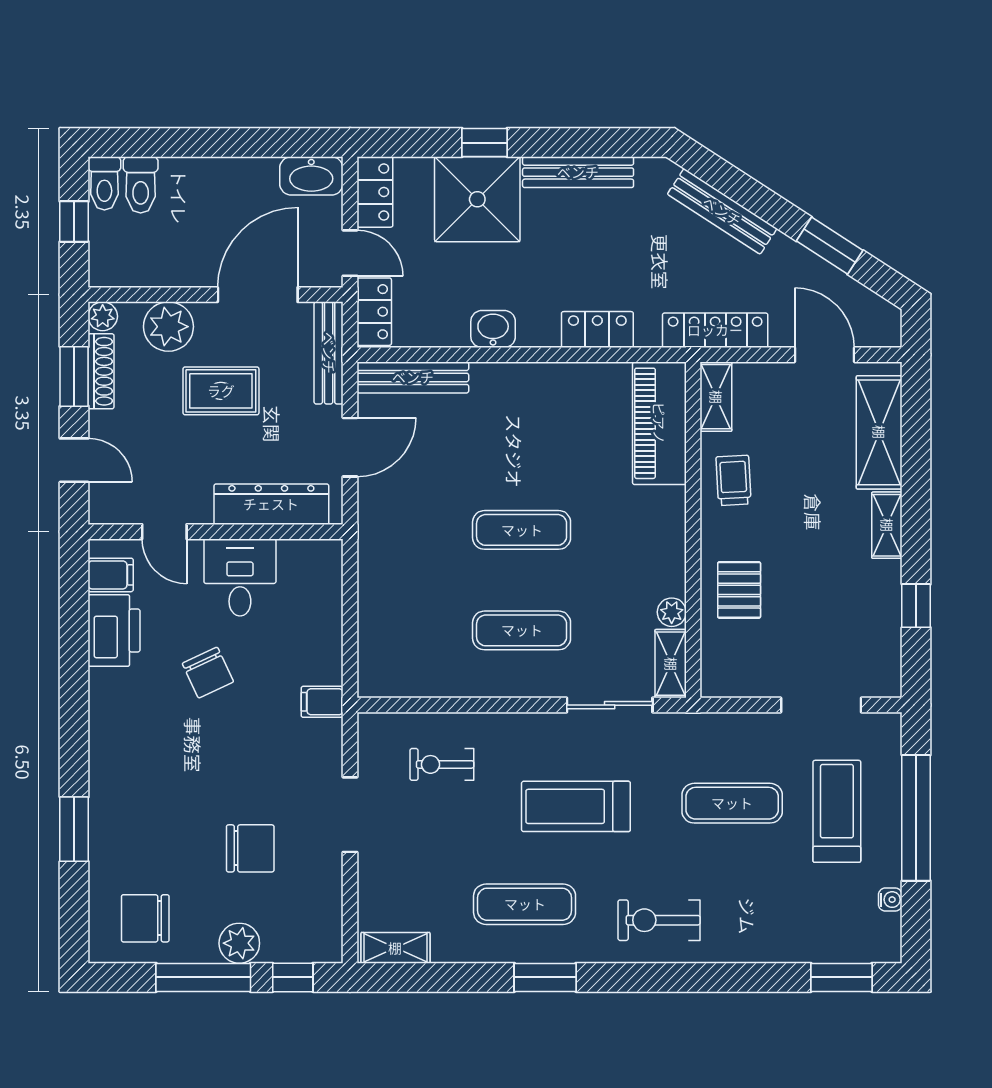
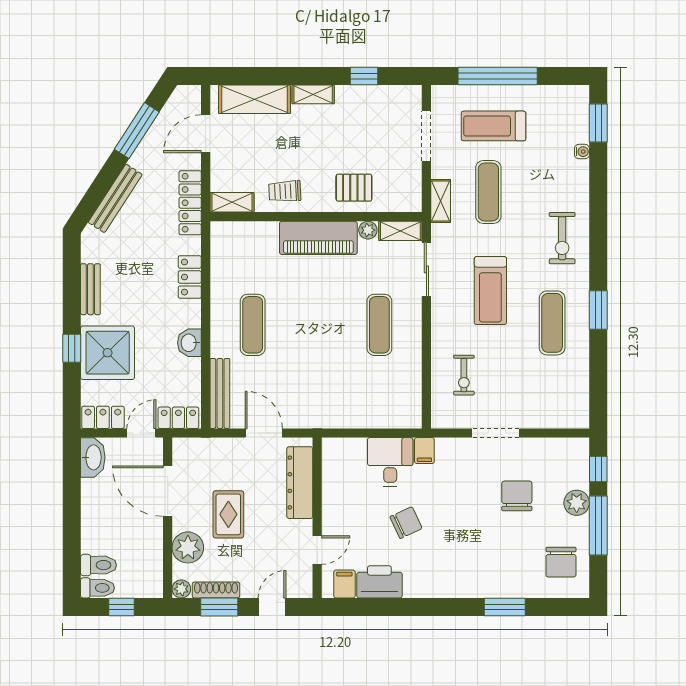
bench: (578, 172) -> (90, 289), width x0.73
window: (830, 246) -> (137, 131), width x1.44
bench: (329, 353) -> (204, 447), removed
piano: (659, 423) -> (318, 238), moved
exercise mat: (522, 530) -> (253, 325), moved
desk: (240, 577) -> (390, 462), moved, turned 90
water cooler: (890, 900) -> (582, 152), moved, turned 90
shelving: (395, 948) -> (441, 201), moved

